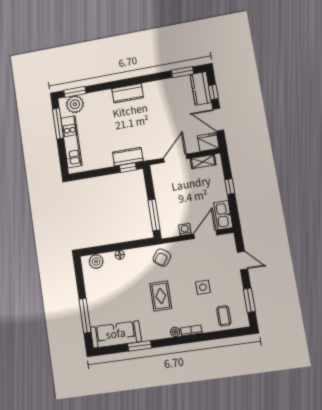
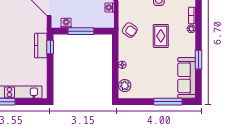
washing machine: (158, 181) -> (66, 23), added
window: (154, 215) -> (81, 31), moved
rug: (161, 296) -> (161, 36), turned 90

